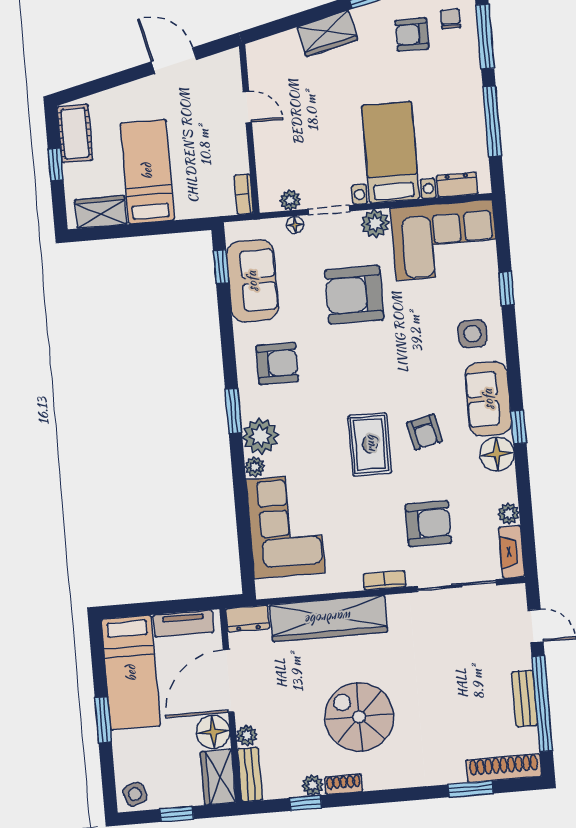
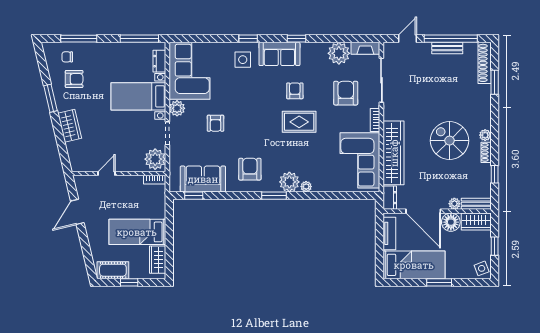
armchair: (412, 34) -> (74, 79), turned -90
window: (492, 121) -> (139, 39), moved
plant: (290, 200) -> (155, 159), width x1.88, depth x1.88
floor lamp: (295, 225) -> (174, 153), removed
window: (507, 288) -> (248, 39), moved
armchair: (354, 295) -> (216, 123), width x0.53, depth x0.53
armchair: (425, 432) -> (295, 91), turned -77
floor lamp: (497, 454) -> (310, 52), removed
plant: (509, 514) -> (339, 53), width x1.88, depth x1.88
corner sofa: (286, 526) -> (360, 160), moved, turned -90
spiral stairs: (359, 717) -> (450, 141), turned 90
plant: (313, 785) -> (485, 135), moved

